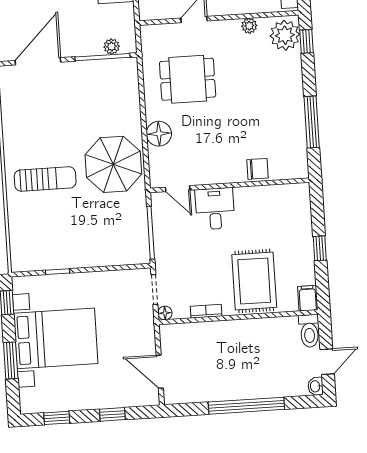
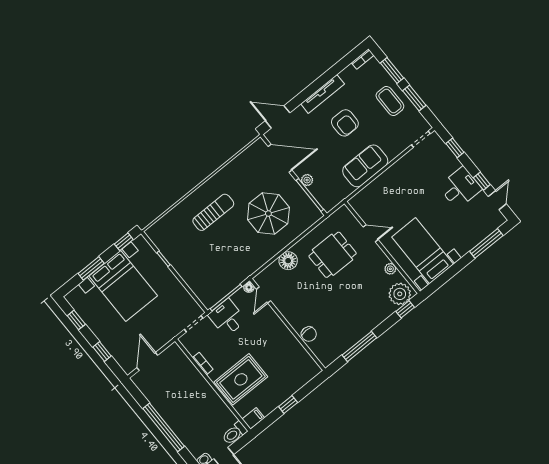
plant: (112, 47) -> (307, 180), moved
dining table: (188, 79) -> (333, 255), turned 90
parasol: (113, 164) -> (268, 213), moved
sun lounger: (45, 179) -> (213, 212), turned -90
desk: (215, 209) -> (227, 318), moved, turned -90
floor lamp: (165, 313) -> (249, 287), moved

